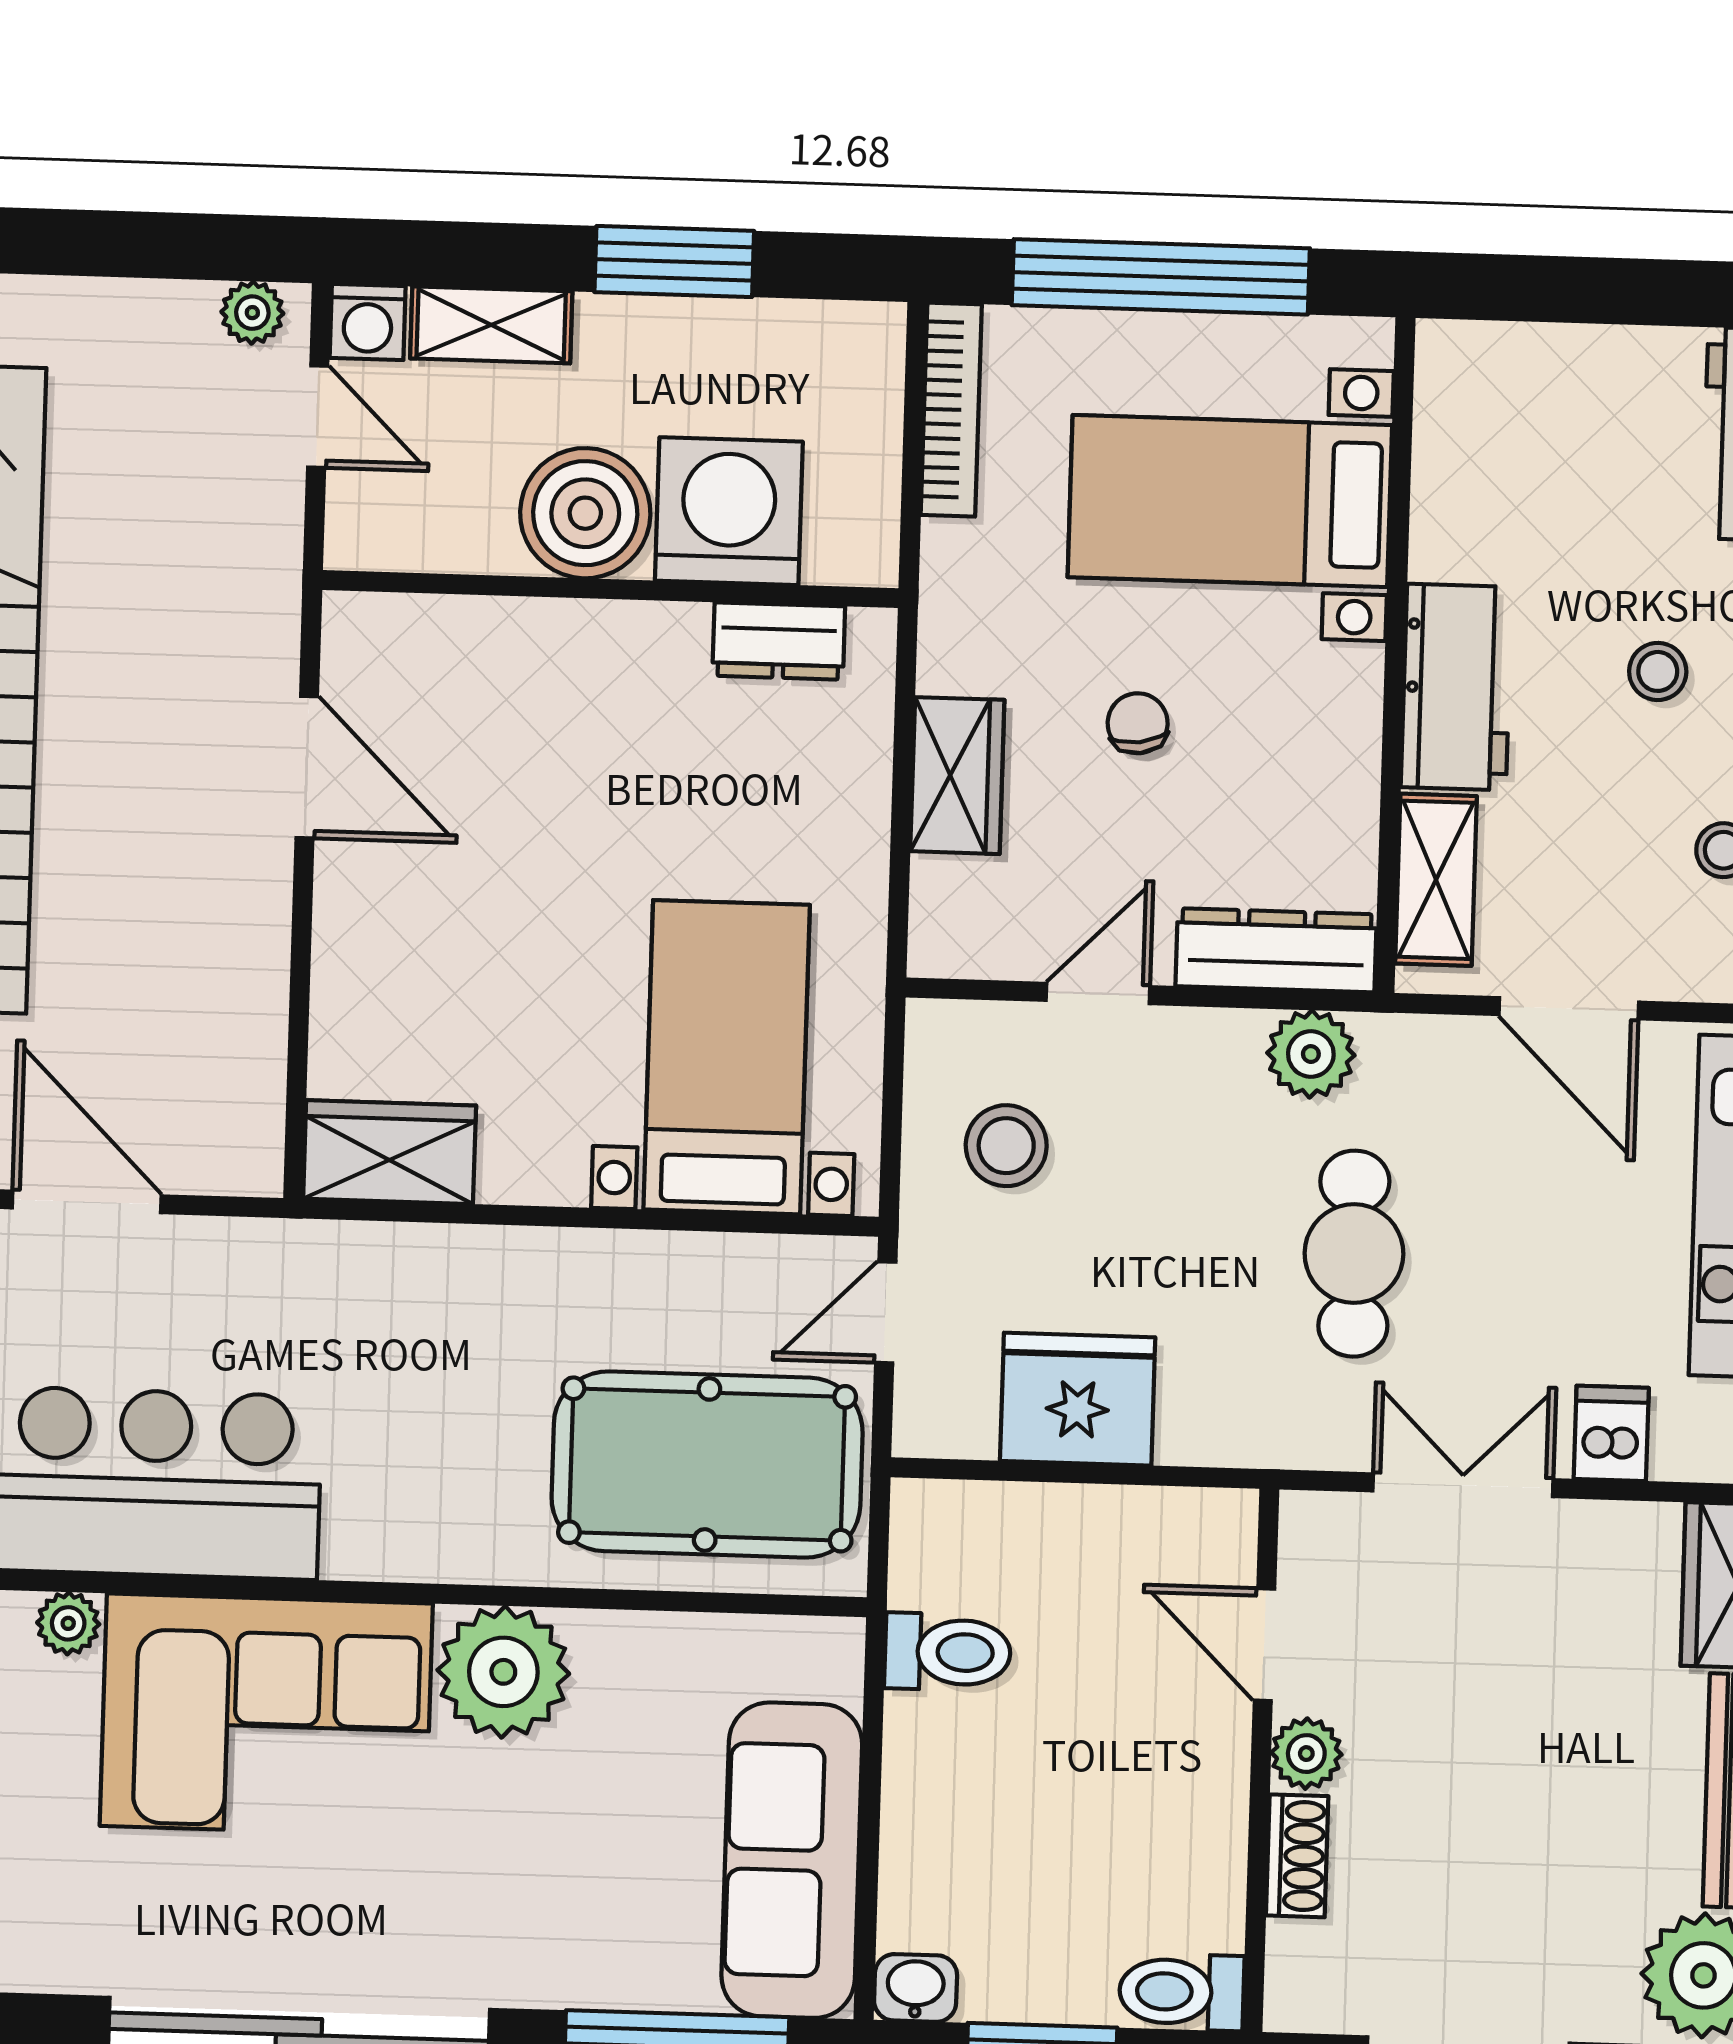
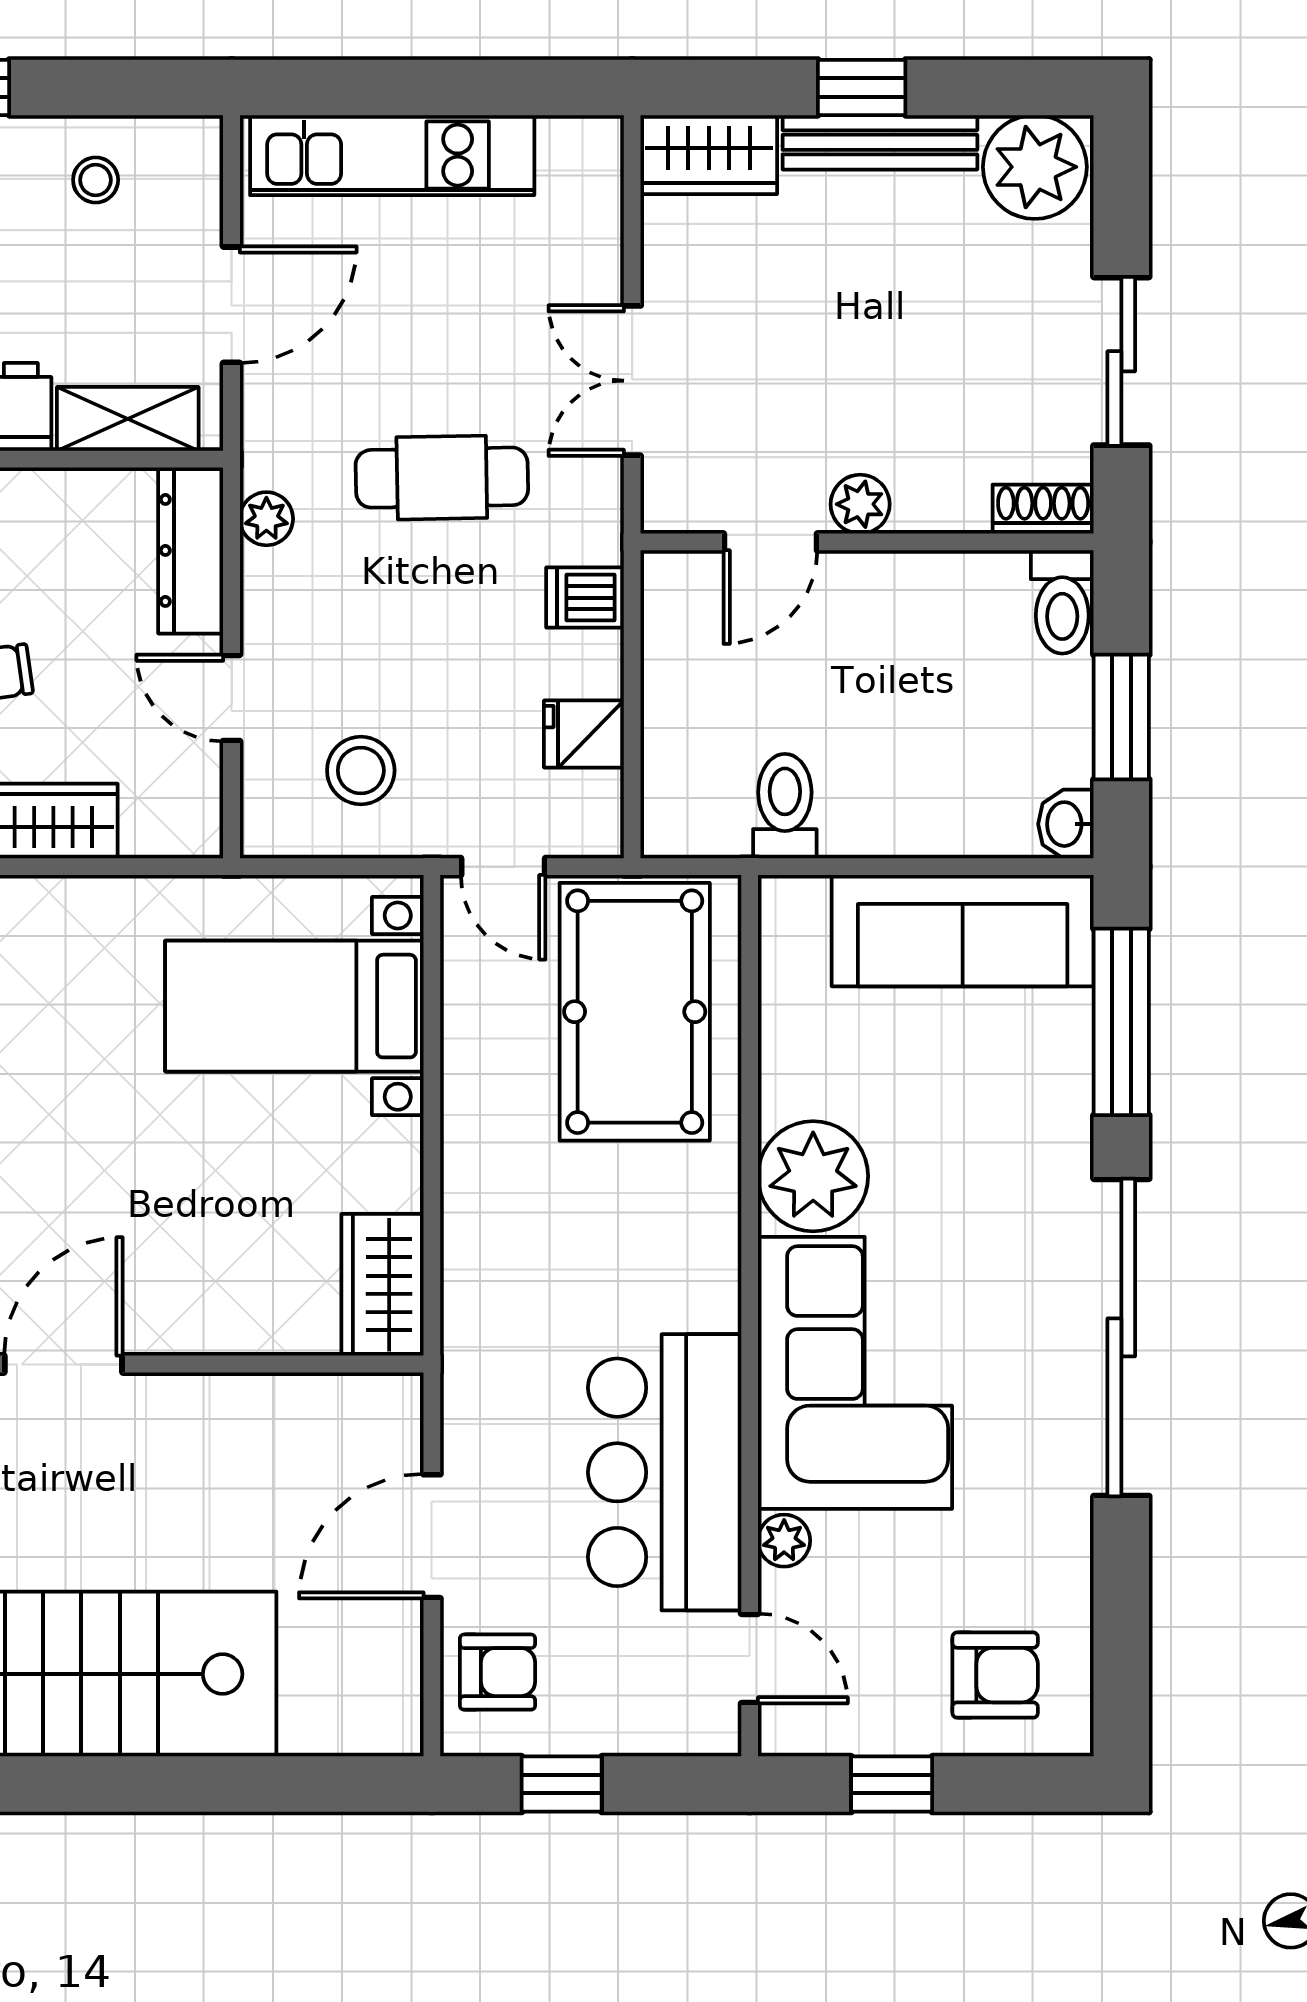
plant: (1311, 1054) -> (266, 519), width x0.73, depth x0.73
fridge: (1078, 1399) -> (584, 734), width x0.53, depth x0.75
dishwasher: (1611, 1433) -> (585, 598), moved
shoe rack: (1297, 1856) -> (1043, 509), moved

